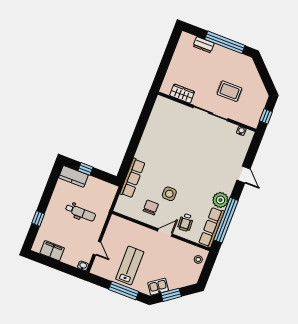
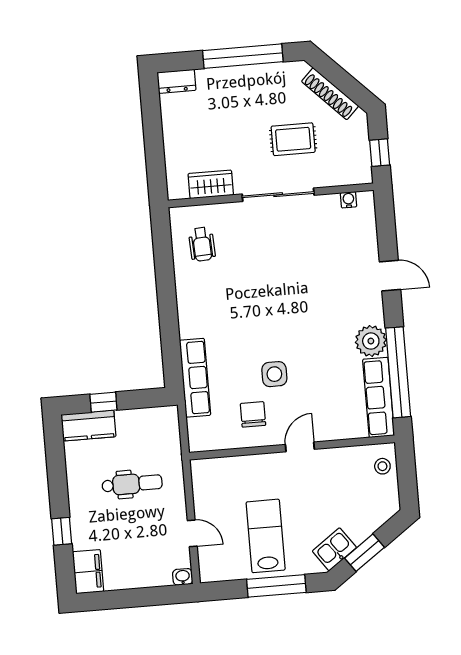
dresser: (204, 45) -> (176, 81), moved
shoe rack: (256, 79) -> (330, 94), added
wheelchair: (186, 222) -> (202, 244), moved
filing cabinet: (52, 251) -> (88, 572), moved, turned 90

